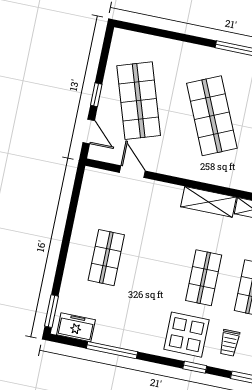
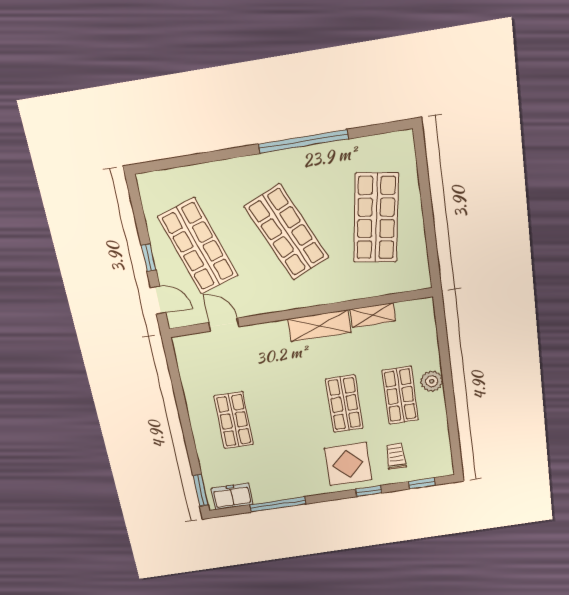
trolley: (229, 343) -> (396, 456), turned 180

